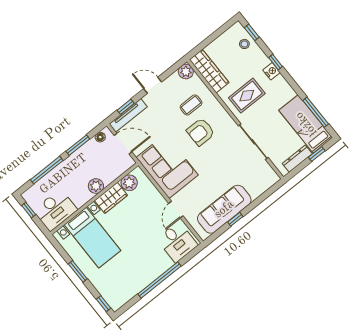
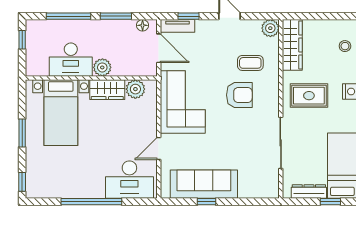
tv unit: (128, 115) -> (177, 26), width x0.71
armchair: (201, 132) -> (239, 95), turned 180
desk: (55, 210) -> (71, 60), moved
desk: (177, 242) -> (129, 180), width x1.37

